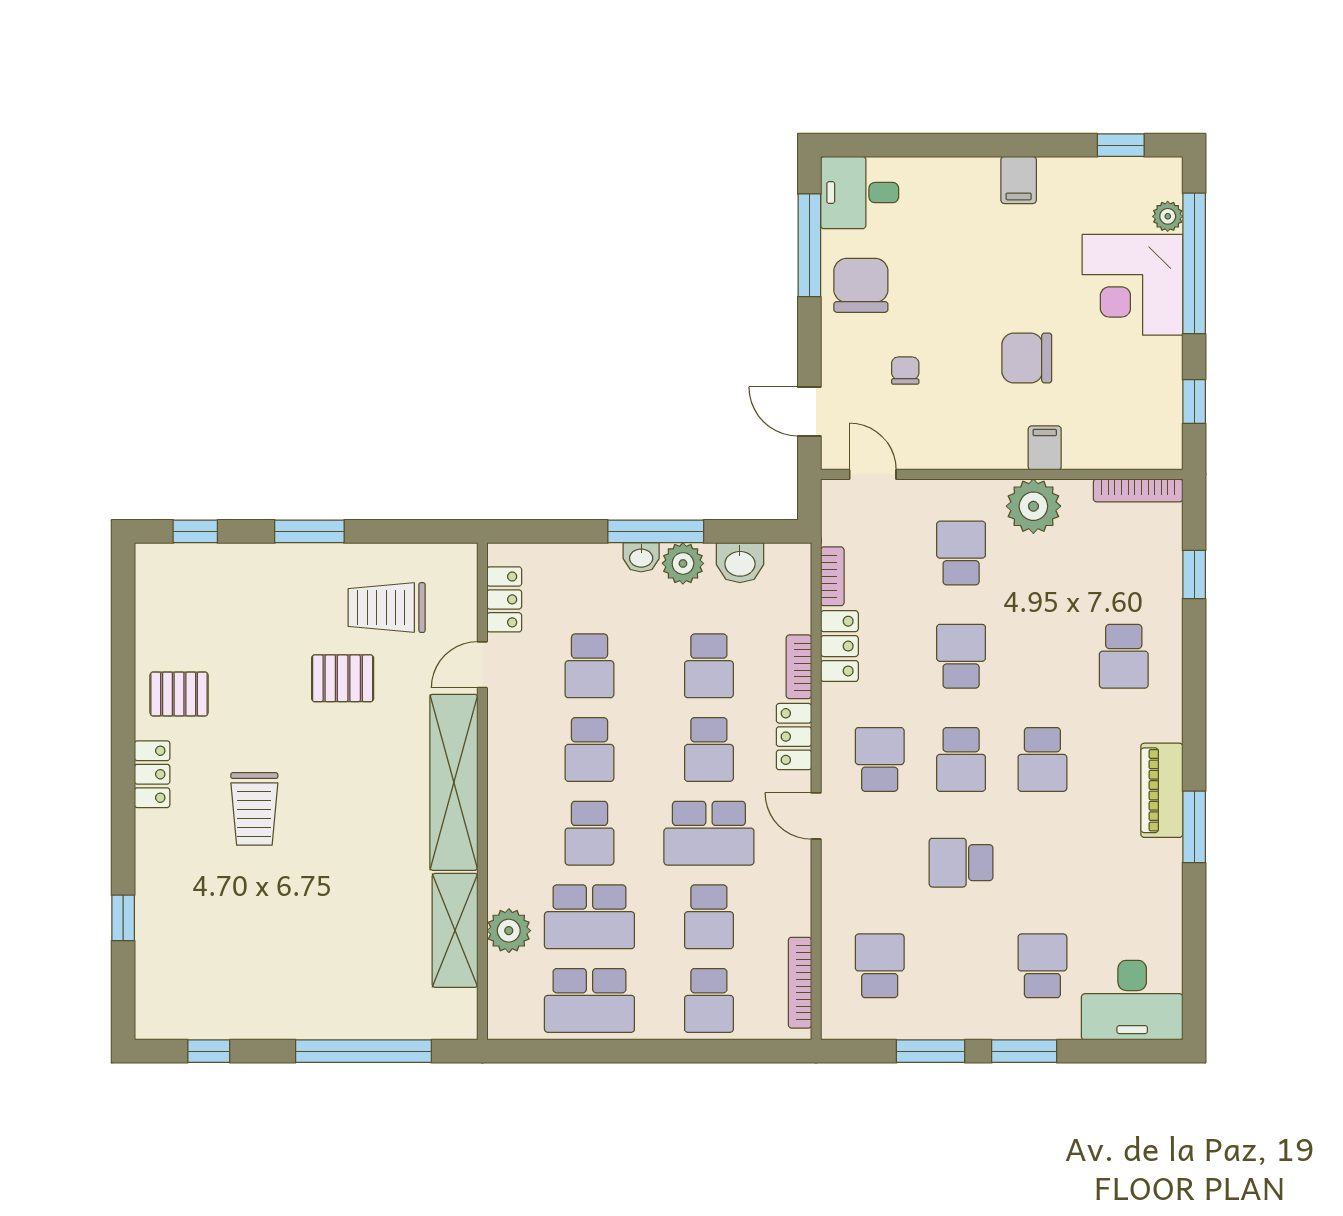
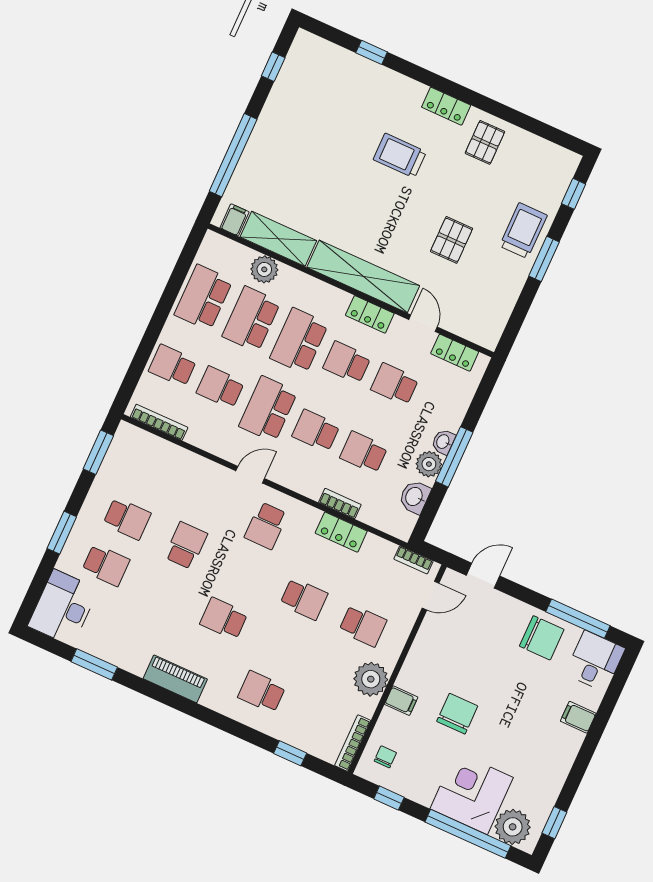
filing cabinet: (1019, 180) -> (578, 717), moved
plant: (1168, 216) -> (513, 827), width x1.88, depth x1.88
chair: (905, 371) -> (385, 757), moved, turned -90
bookcase: (832, 576) -> (413, 560), moved
trolley: (387, 608) -> (523, 231), moved
locker: (794, 737) -> (370, 314), moved, turned 180
school desk: (880, 759) -> (266, 526), turned 90
school desk: (961, 759) -> (245, 572), removed
window: (1194, 827) -> (94, 664), moved
school desk: (589, 833) -> (299, 341), width x1.85
school desk: (880, 966) -> (127, 519), moved
filing cabinet: (456, 1006) -> (235, 220), added
window: (931, 1051) -> (98, 452), moved

